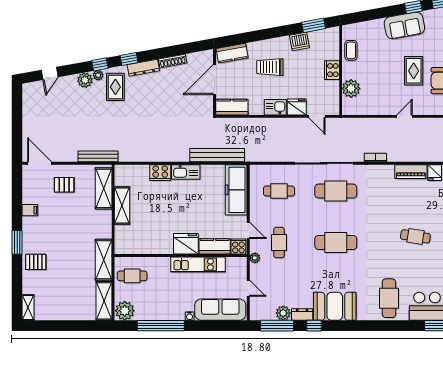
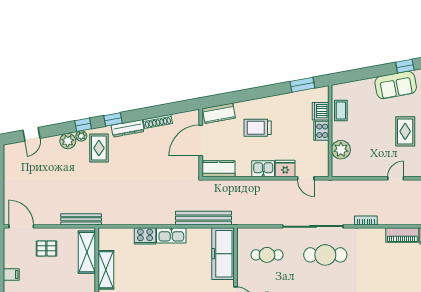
dishwasher: (299, 41) -> (321, 111), moved, turned 100

